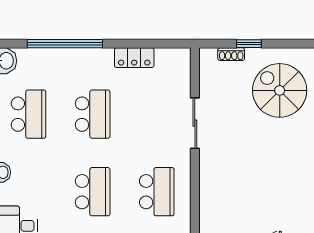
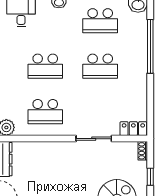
shoe rack: (231, 54) -> (143, 151), moved
locker: (134, 58) -> (133, 129), moved, turned 90

